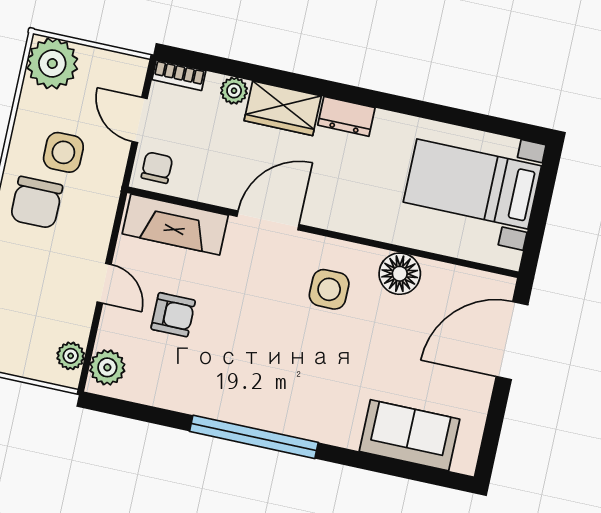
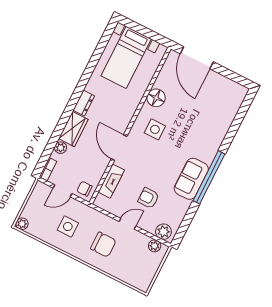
plant: (52, 63) -> (22, 224), width x0.53, depth x0.53
chair: (36, 202) -> (103, 245), moved
fireplace: (175, 225) -> (111, 181), width x0.73, depth x0.76
armchair: (173, 315) -> (148, 198), turned -90
sofa: (409, 435) -> (191, 179), moved

